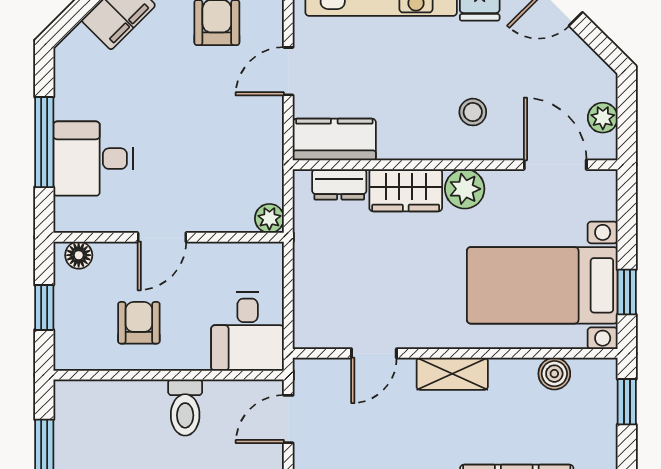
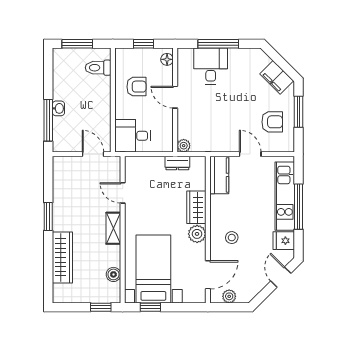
dresser: (339, 184) -> (177, 163), moved, turned -90
toilet: (185, 408) -> (98, 68), moved

